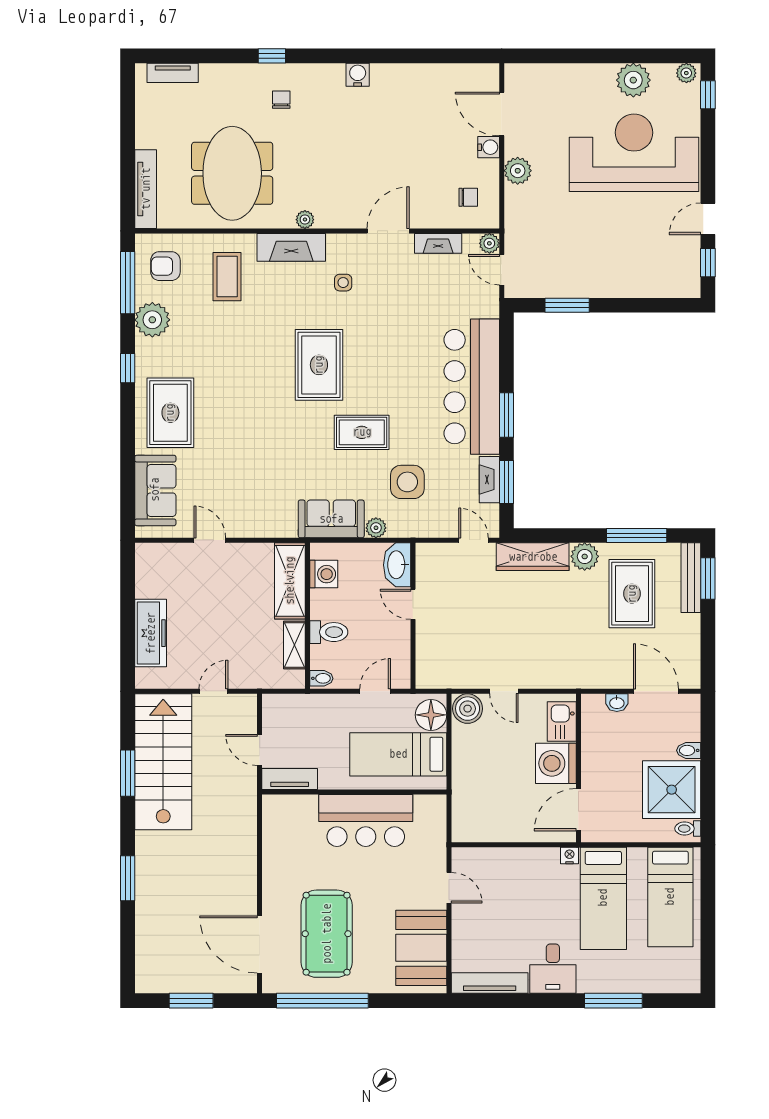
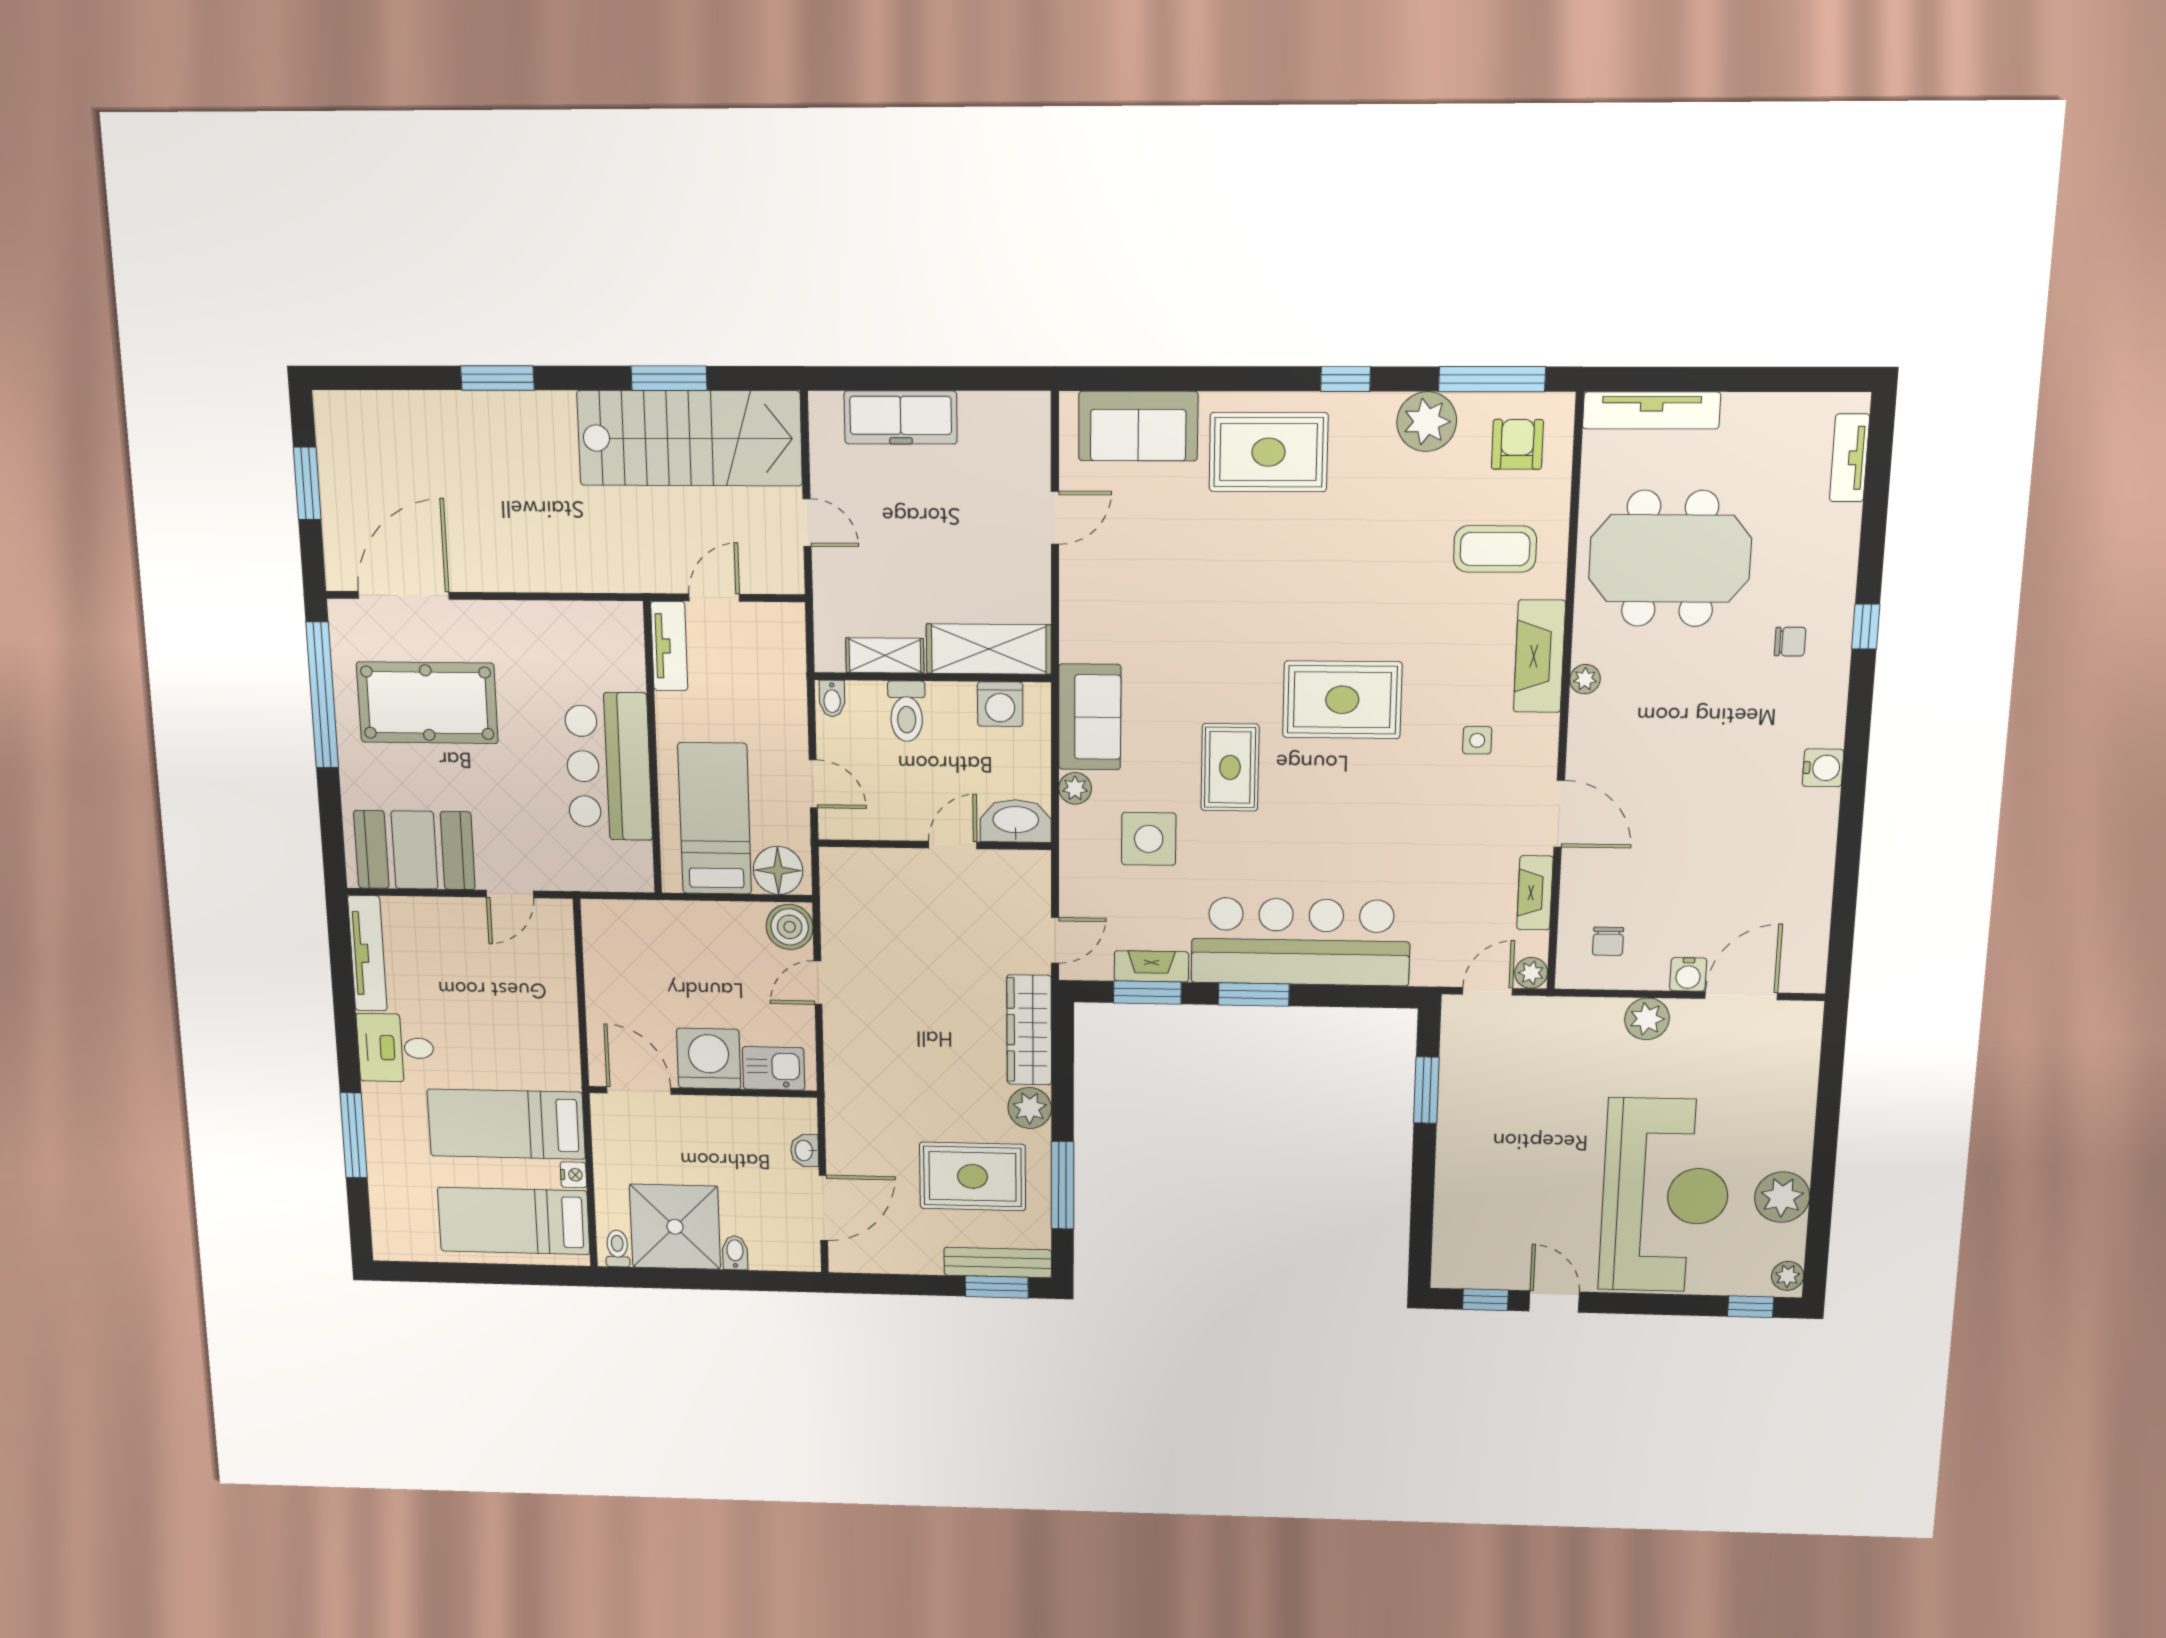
nightstand: (570, 856) -> (573, 1175), moved

